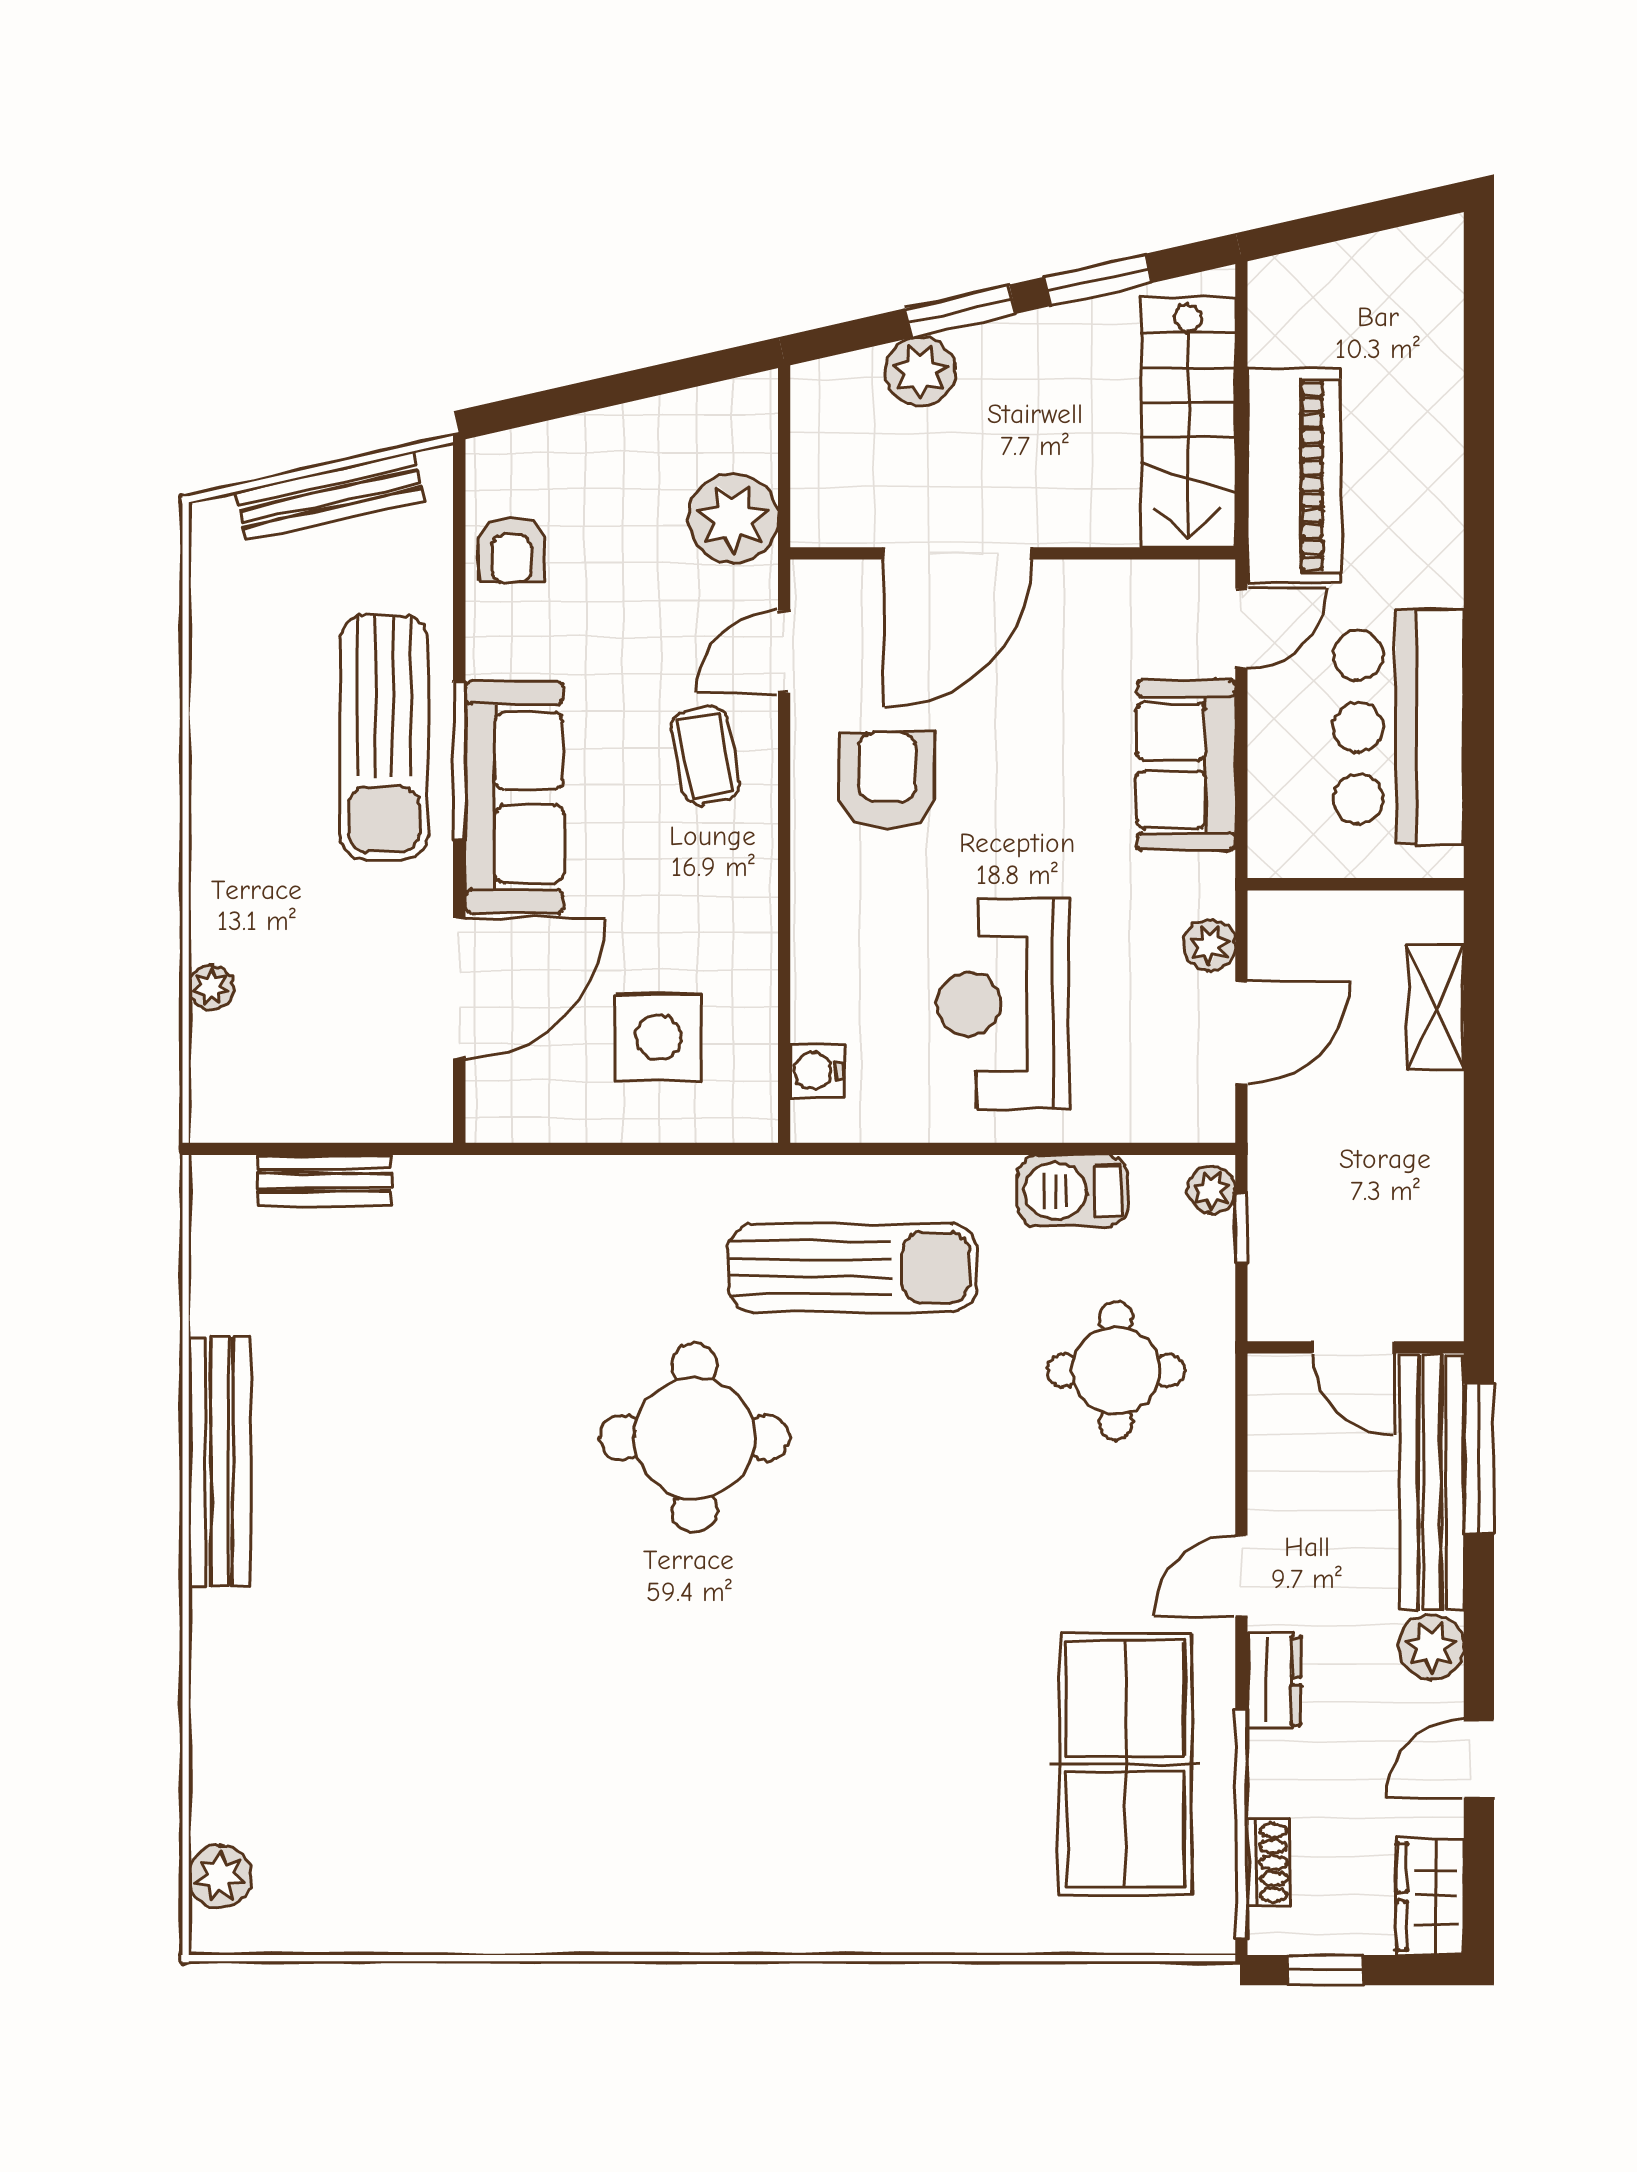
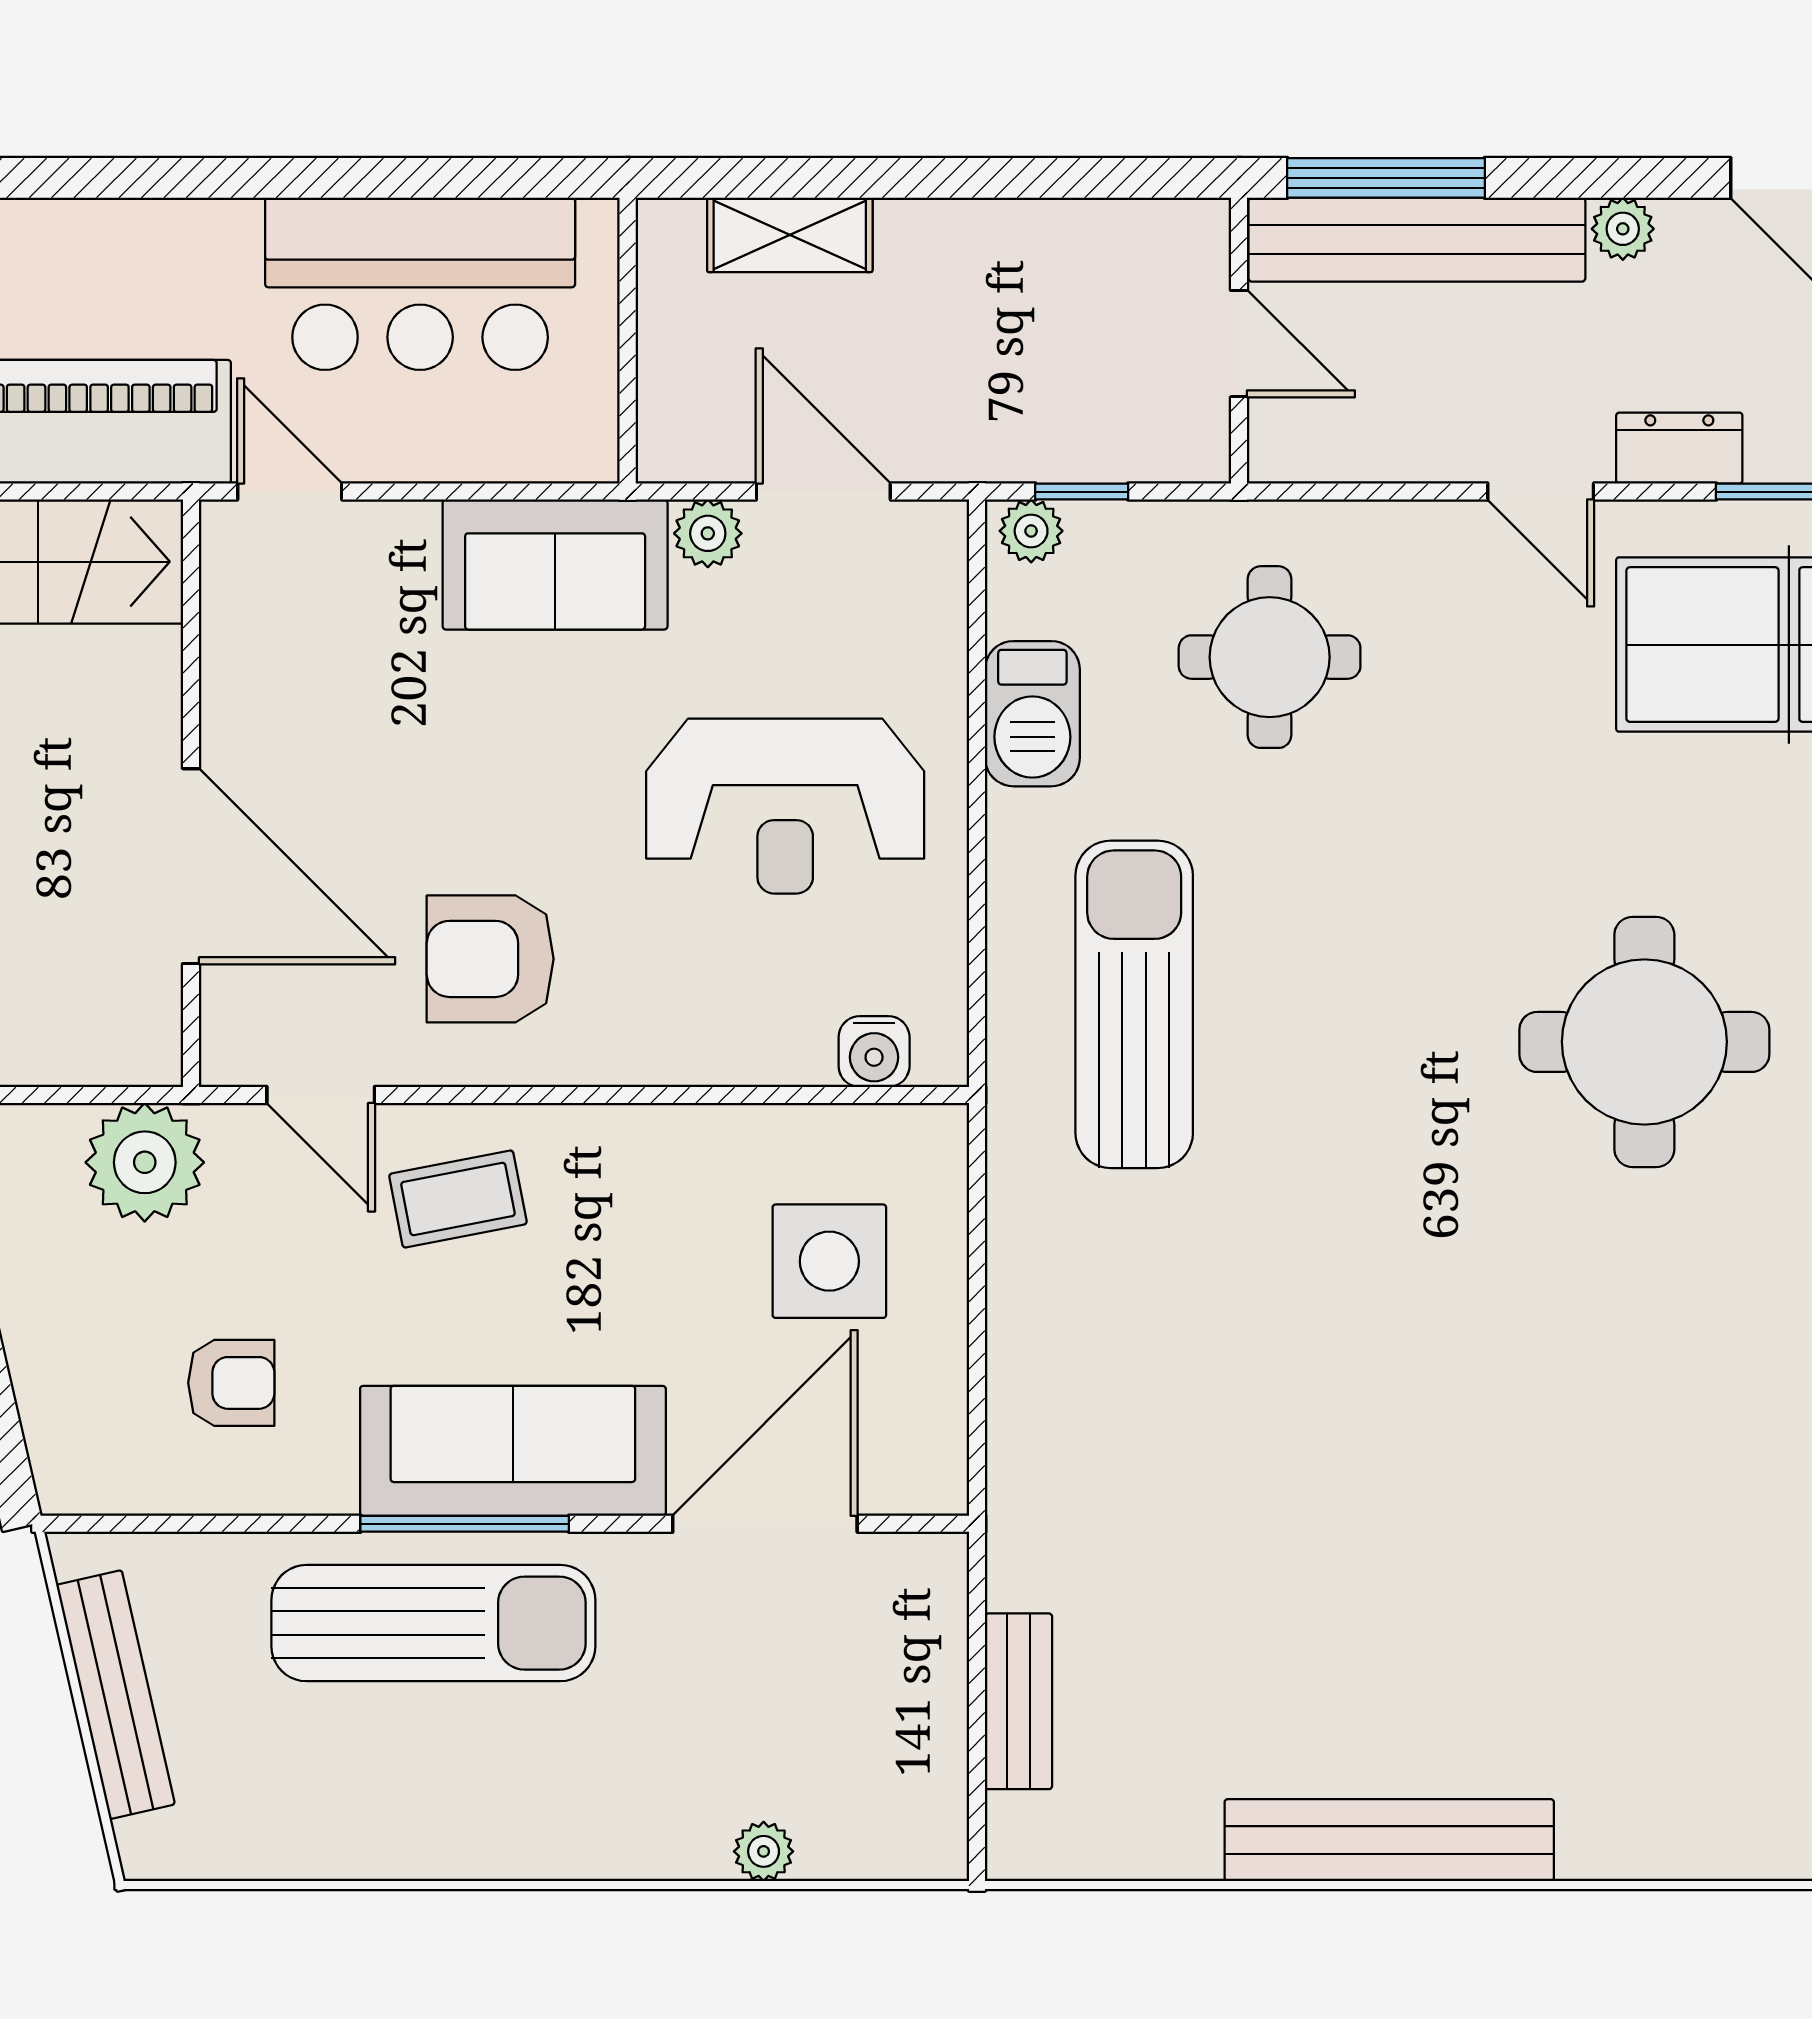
armchair: (512, 549) -> (231, 1383), moved
sofa: (1186, 765) -> (555, 564), moved
door: (459, 988) -> (765, 1524), hinge flipped
door: (1353, 1347) -> (1239, 344), hinge flipped
round table: (695, 1438) -> (1644, 1042), moved
plant: (1431, 1647) -> (1623, 229), width x0.73, depth x0.73

